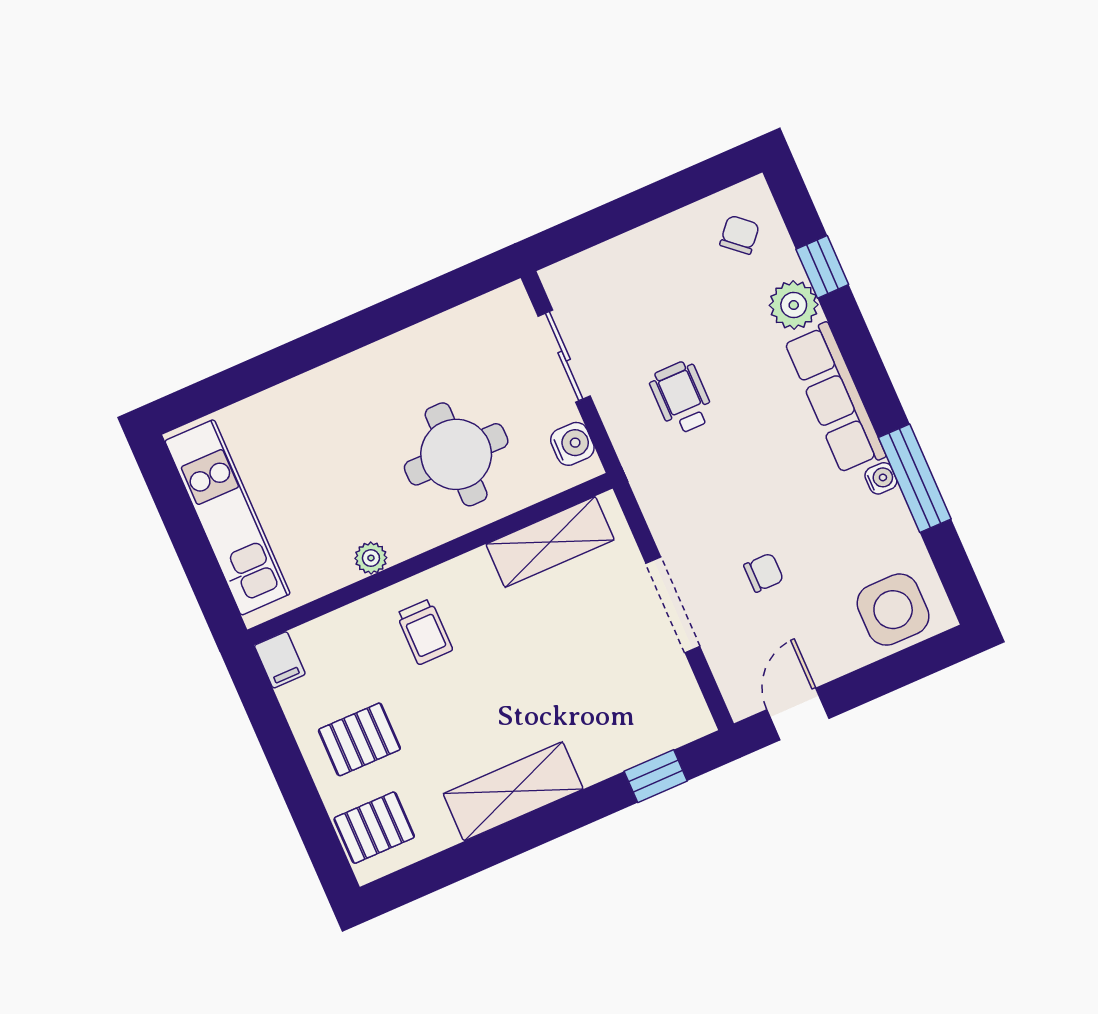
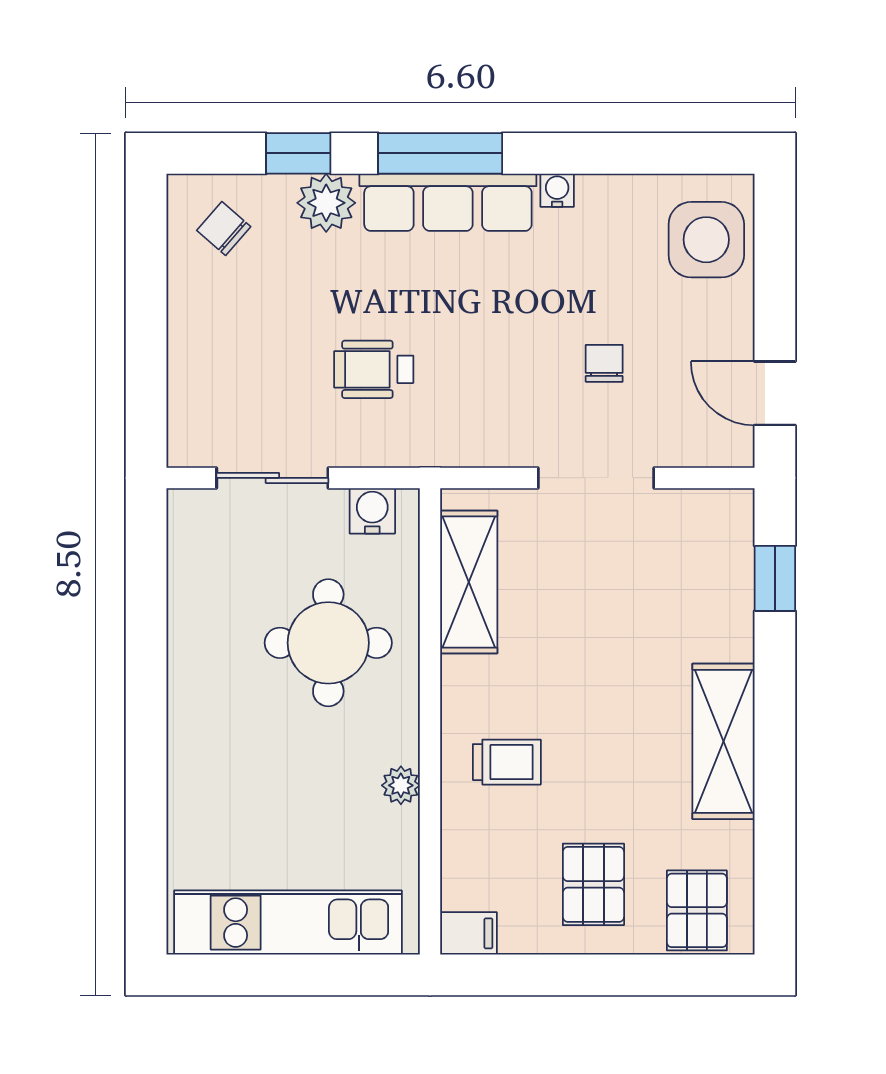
window: (915, 478) -> (440, 153), moved

